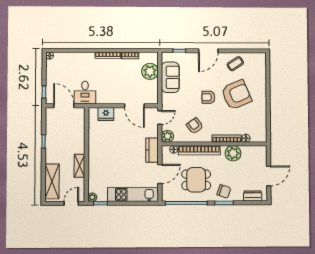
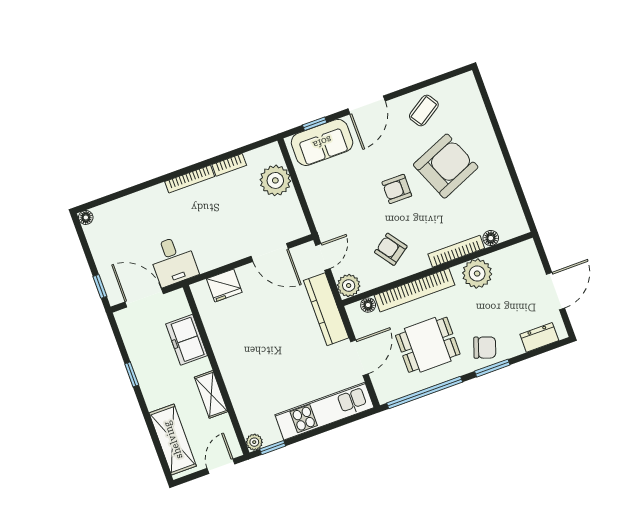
sofa: (170, 77) -> (322, 142), moved, turned 90
freezer: (77, 134) -> (187, 340), added
kitchen counter: (152, 150) -> (326, 309), width x1.50

